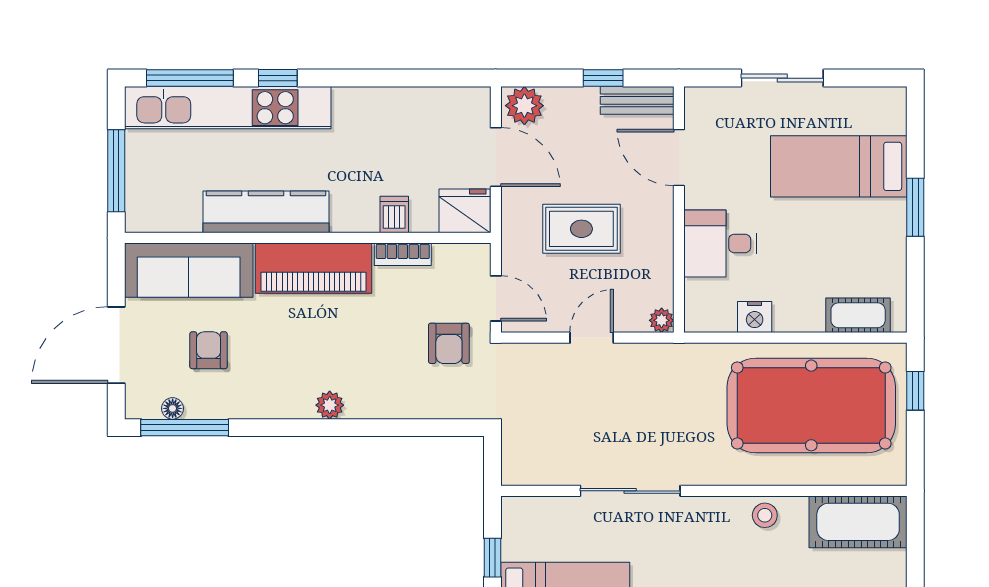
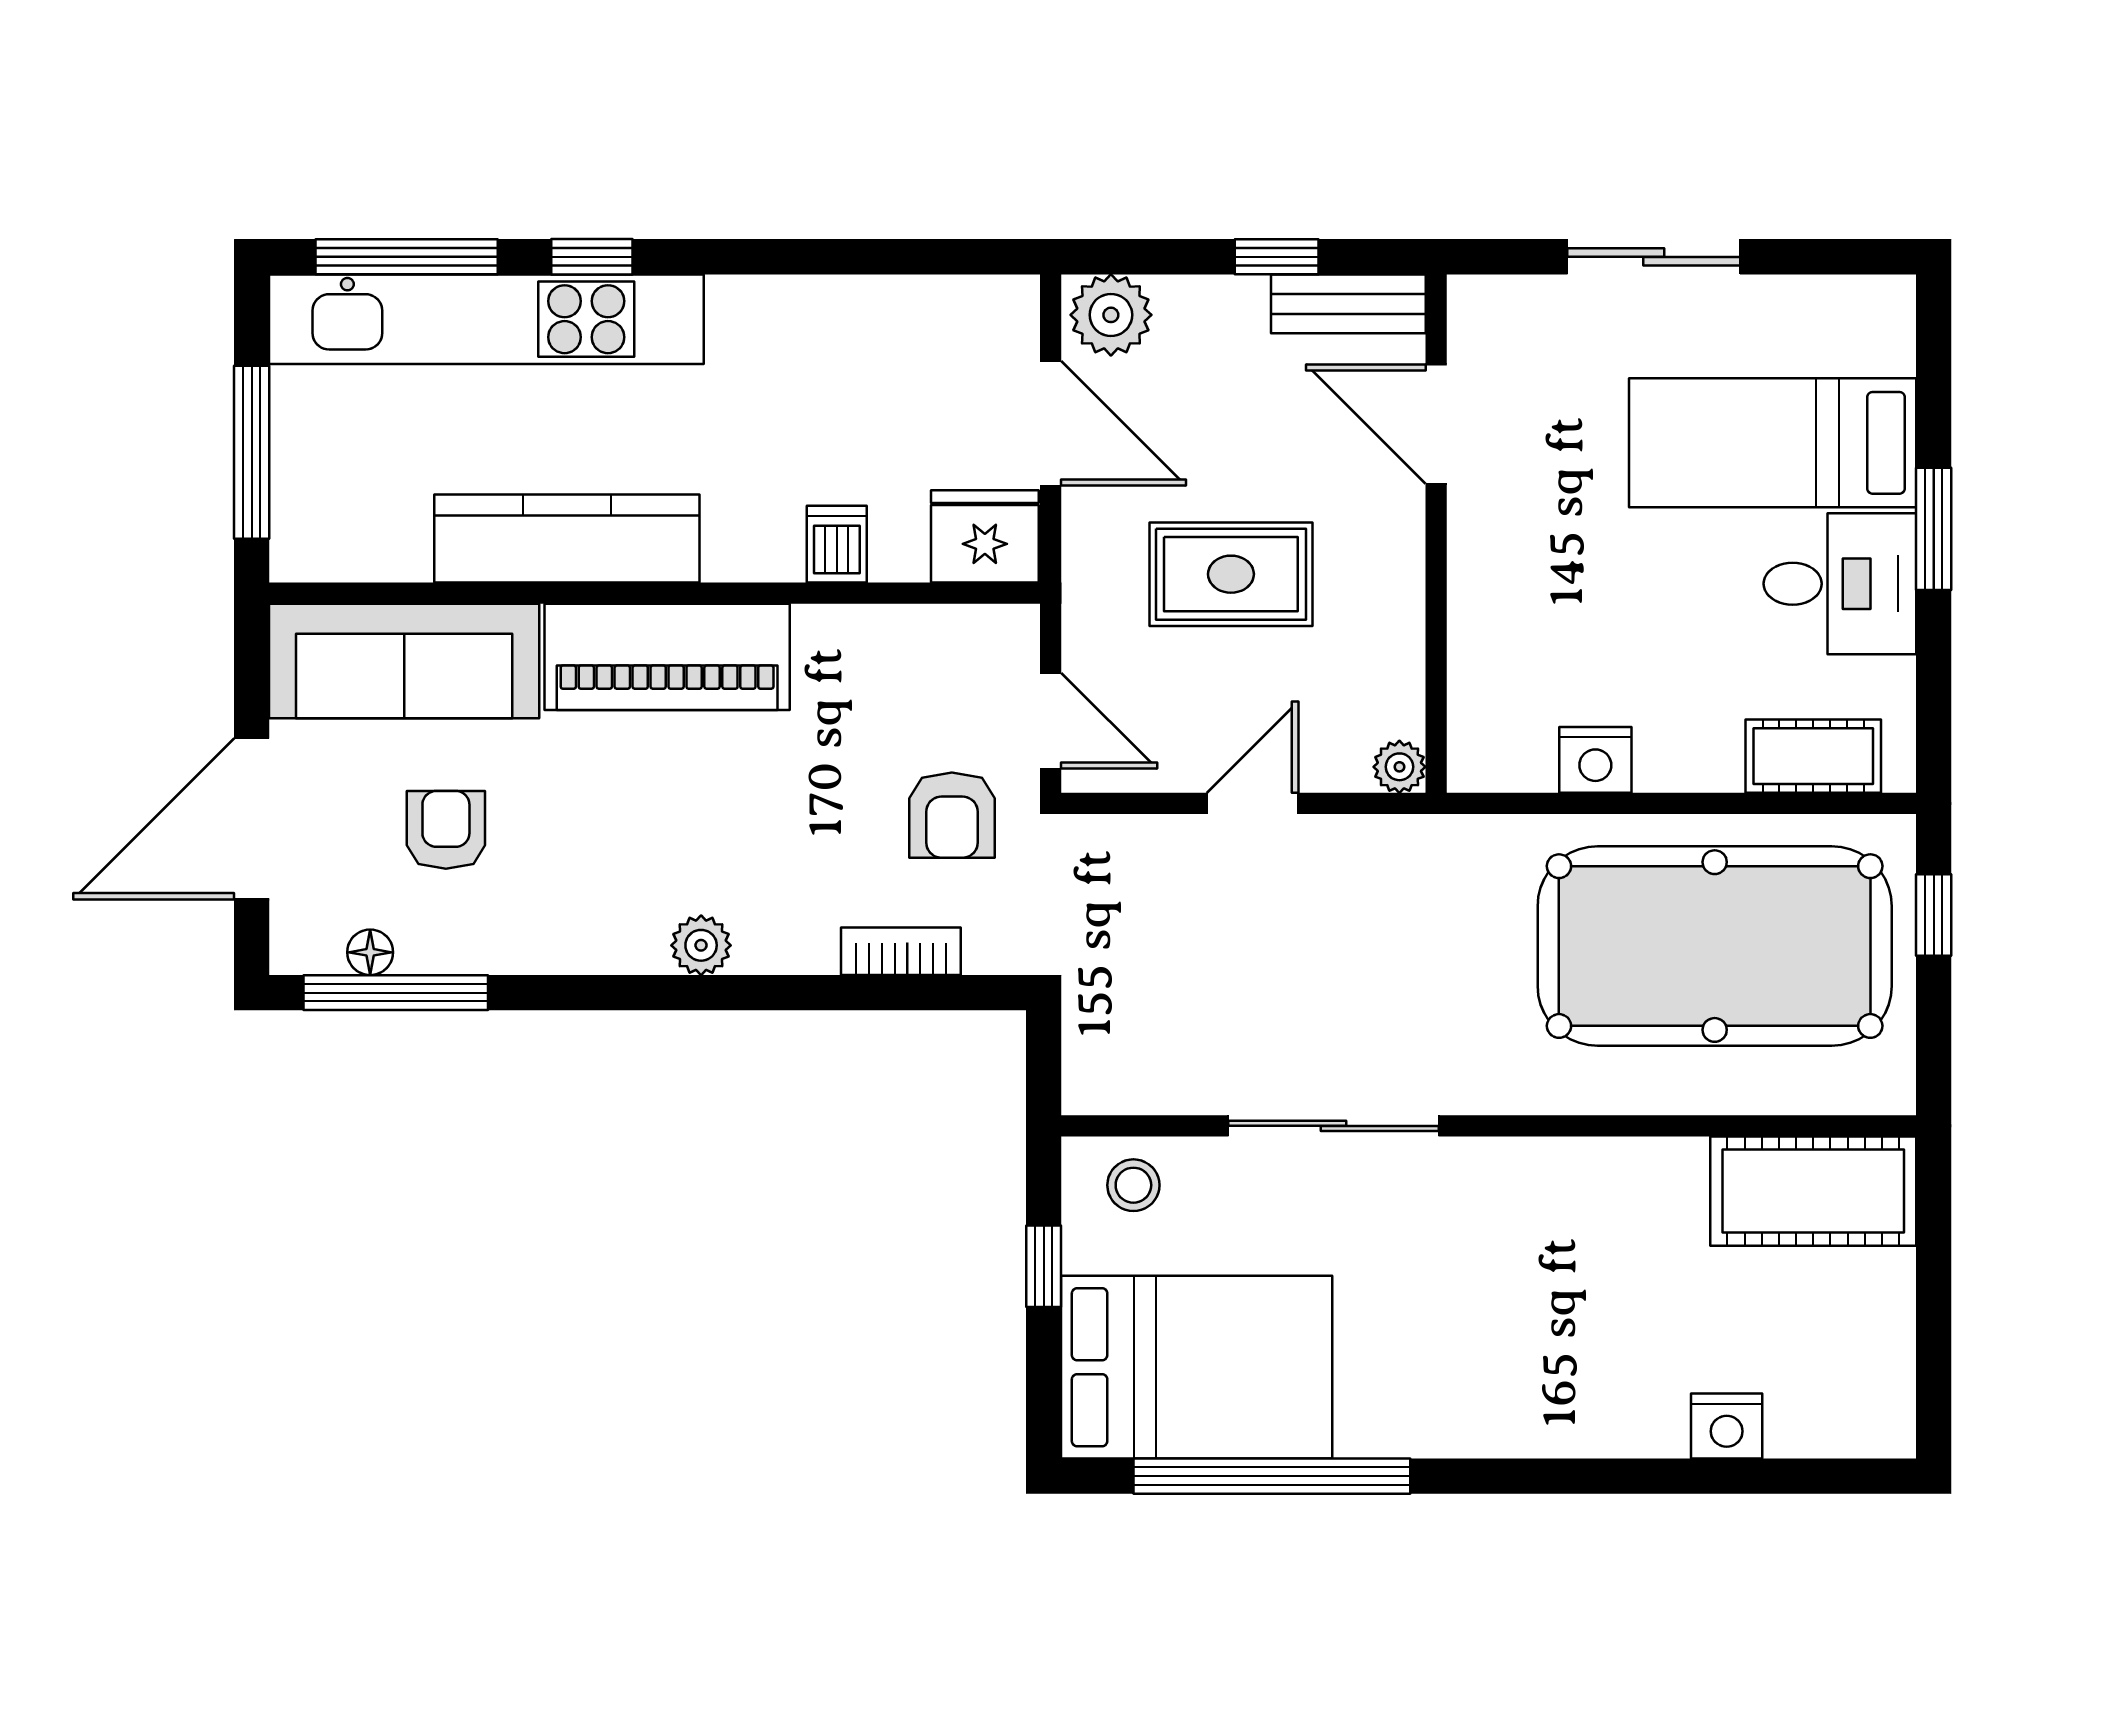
desk: (720, 243) -> (1840, 584), moved, turned 180
bookcase: (403, 254) -> (901, 951), moved, turned 180
stool: (765, 515) -> (1133, 1185), moved

